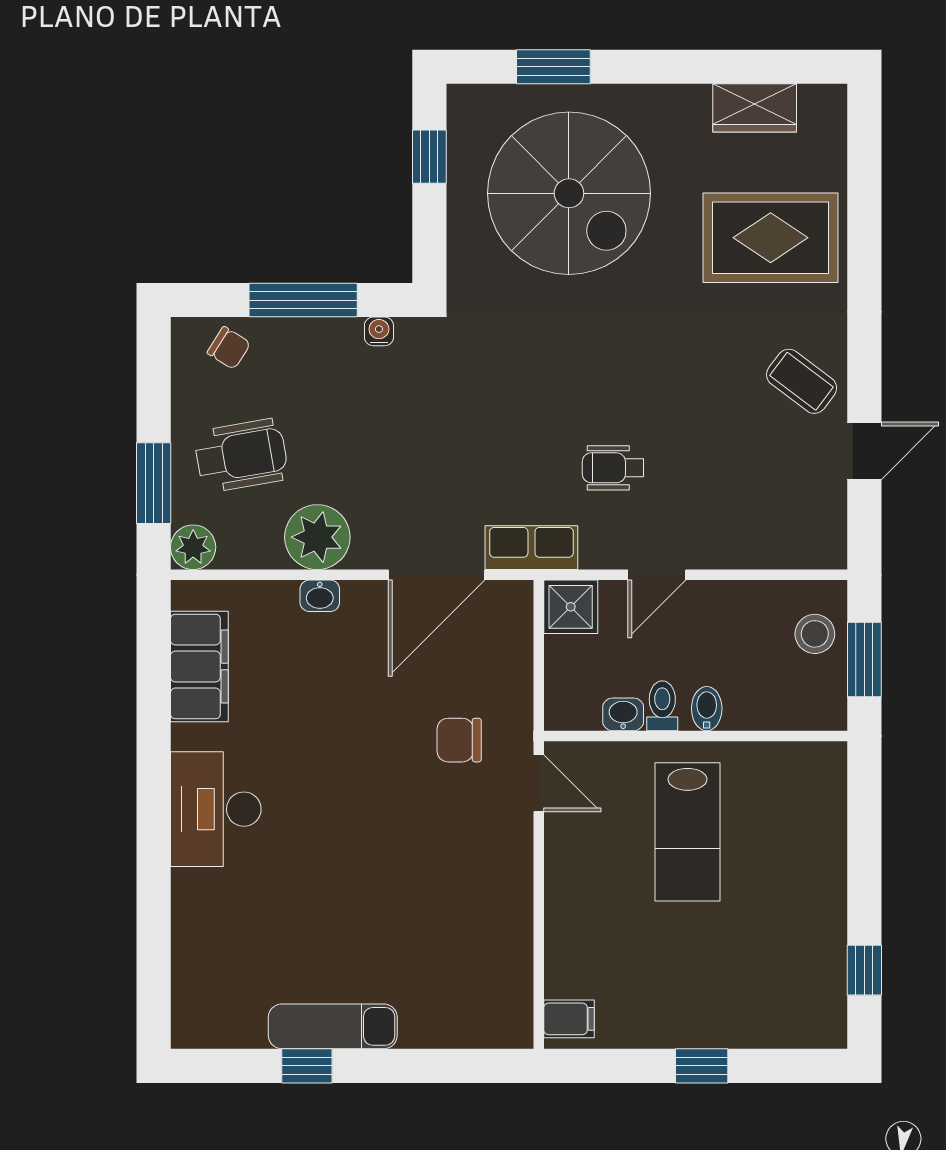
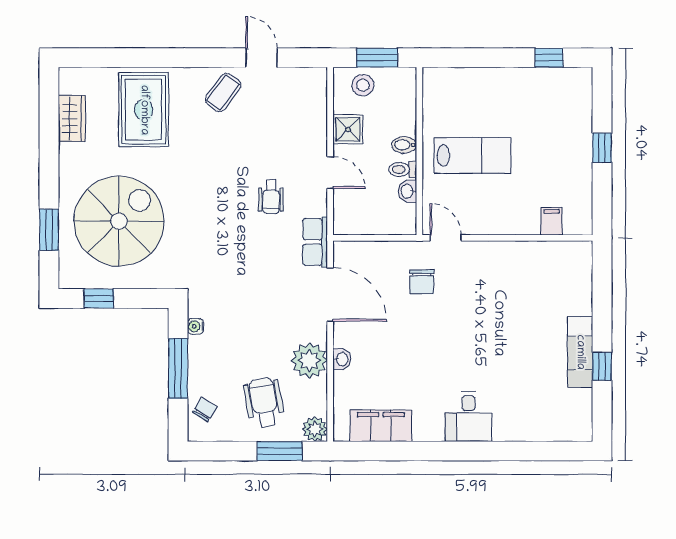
shower: (571, 607) -> (348, 130), moved
door: (539, 783) -> (446, 238), hinge flipped
desk: (216, 809) -> (469, 417), width x0.73
filing cabinet: (569, 1019) -> (551, 221), moved

